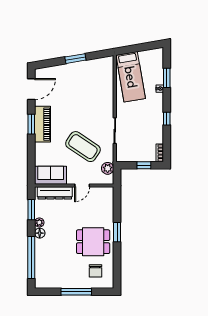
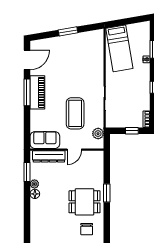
window: (31, 124) -> (27, 92), width x1.44
coffee table: (83, 147) -> (75, 113), turned 56
window: (31, 258) -> (27, 217), removed

